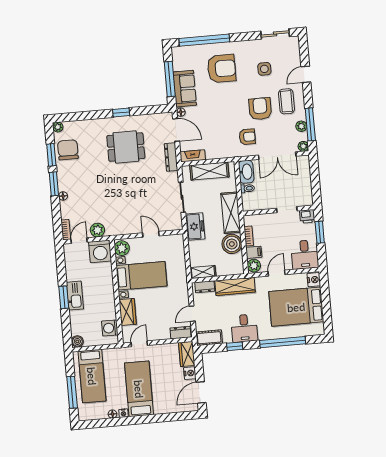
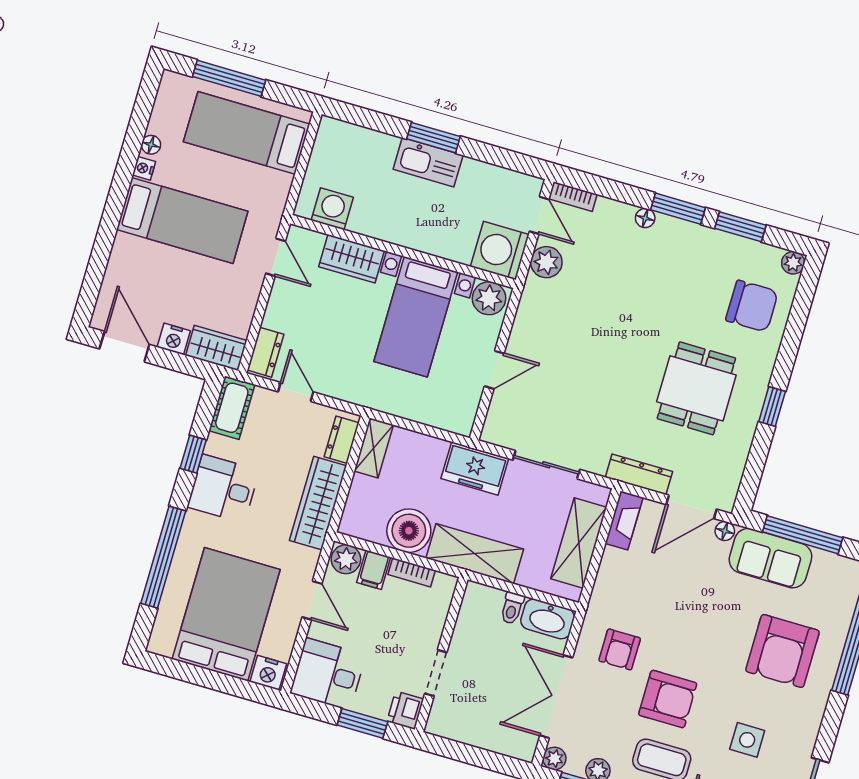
chair: (68, 150) -> (752, 306), moved
boiler: (77, 341) -> (331, 130), removed

